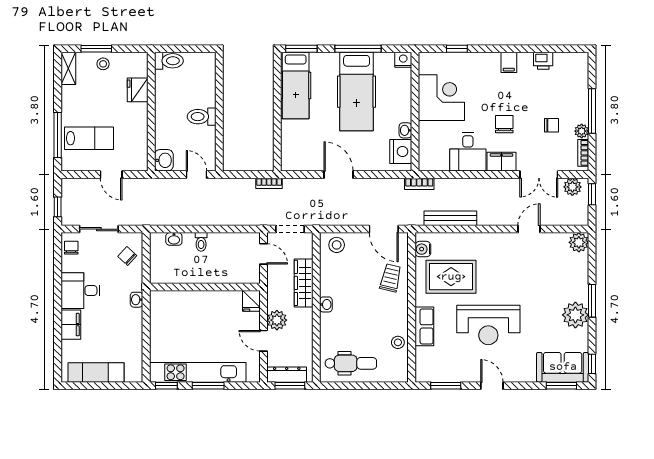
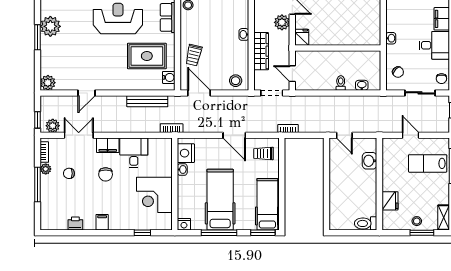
toilet: (202, 117) -> (340, 180), removed
trolley: (301, 151) -> (264, 153), added
washbasin: (164, 160) -> (370, 161), moved

